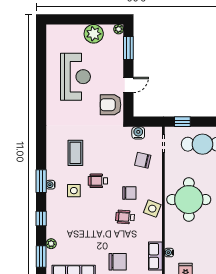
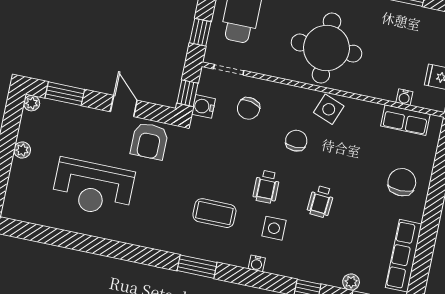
plant: (94, 34) -> (22, 150), width x0.53, depth x0.53
reception desk: (75, 77) -> (93, 188), turned 180
window: (144, 122) -> (188, 93), added
window: (41, 181) -> (197, 267), moved
wheelchair: (125, 217) -> (321, 201), moved

